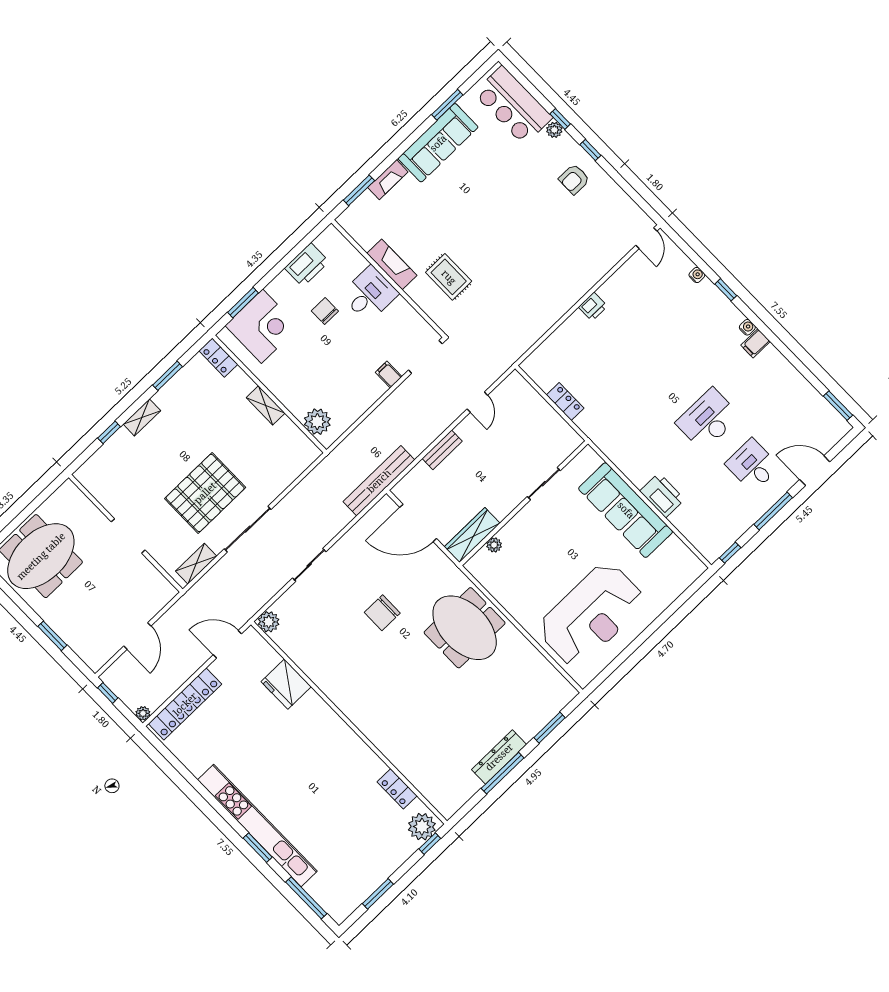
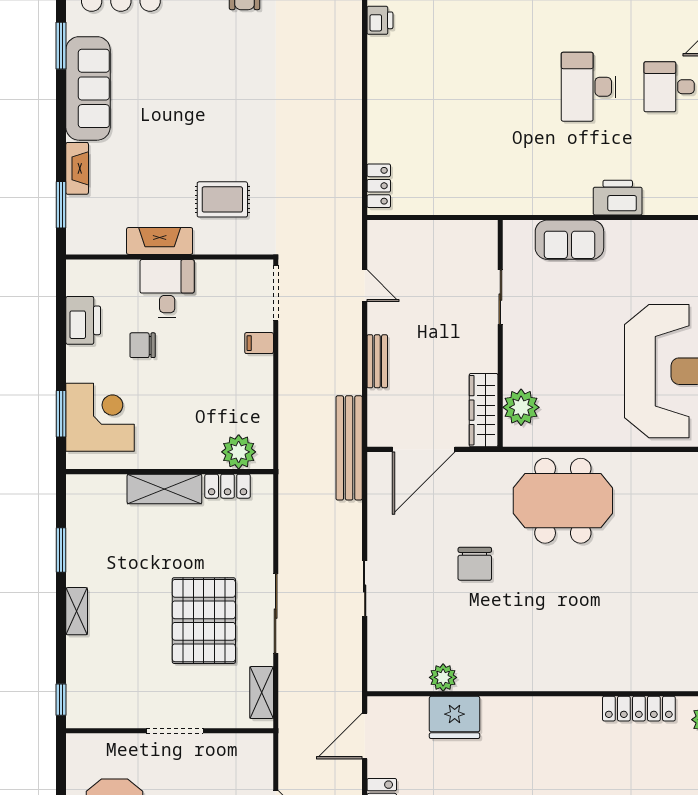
printer: (593, 307) -> (380, 20), moved
locker: (218, 358) -> (228, 486), moved
locker: (565, 402) -> (379, 186), moved, turned 90
shelving: (266, 405) -> (164, 489), width x1.50, depth x1.33
window: (109, 432) -> (61, 700), moved
sofa: (626, 510) -> (569, 240), width x0.54, depth x0.79
plant: (494, 545) -> (521, 407), width x1.88, depth x1.88
plant: (269, 622) -> (443, 677), moved
locker: (397, 789) -> (639, 709), width x1.53

